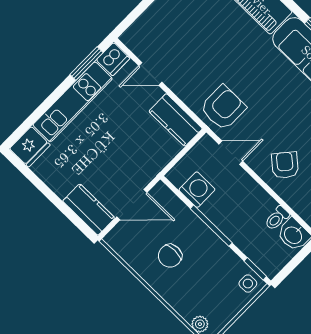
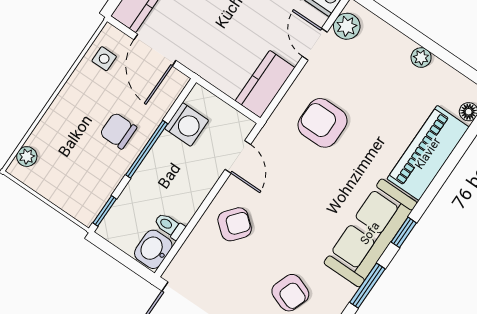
plant: (140, 45) -> (347, 26), added
armchair: (223, 108) -> (323, 123), moved, turned 180
chair: (170, 256) -> (118, 131), moved
side table: (248, 284) -> (104, 59), moved

